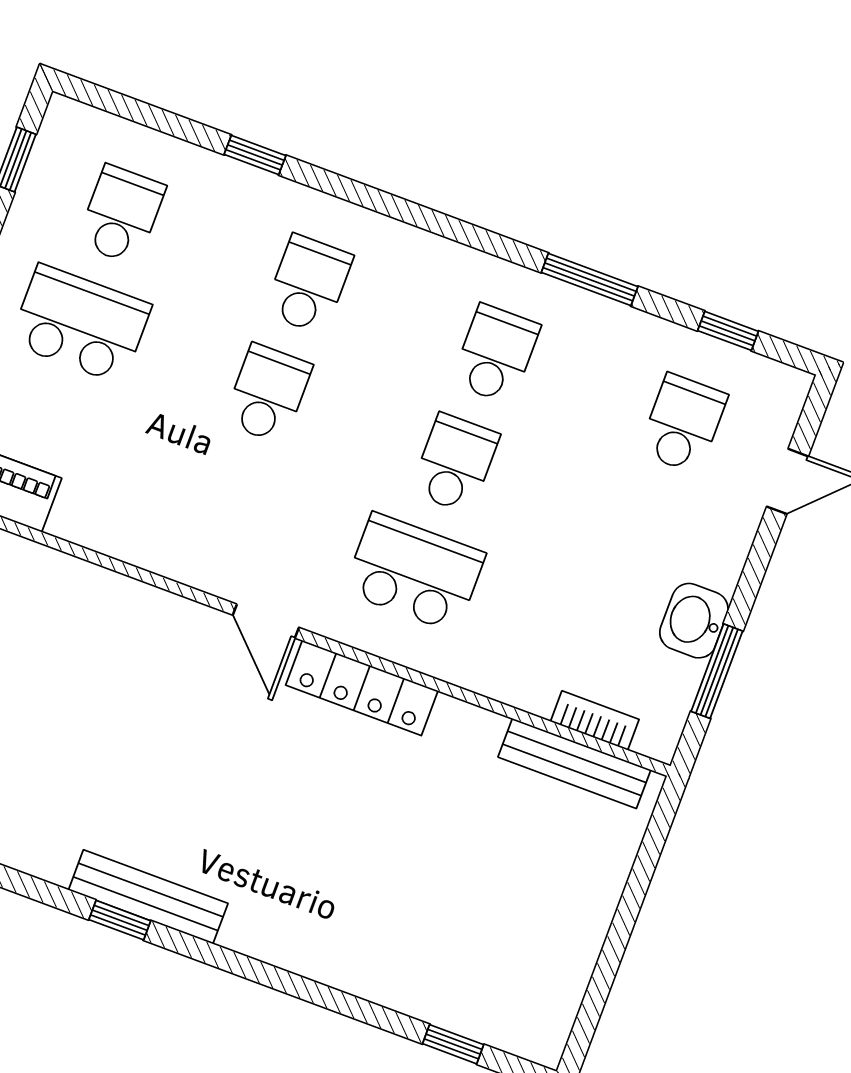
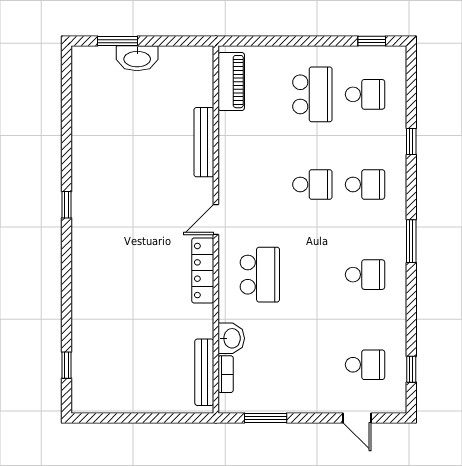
window: (590, 279) -> (411, 241), moved
school desk: (455, 463) -> (312, 275), removed
washbasin: (694, 621) -> (231, 338), moved, turned 90
bench: (148, 897) -> (204, 142), moved

